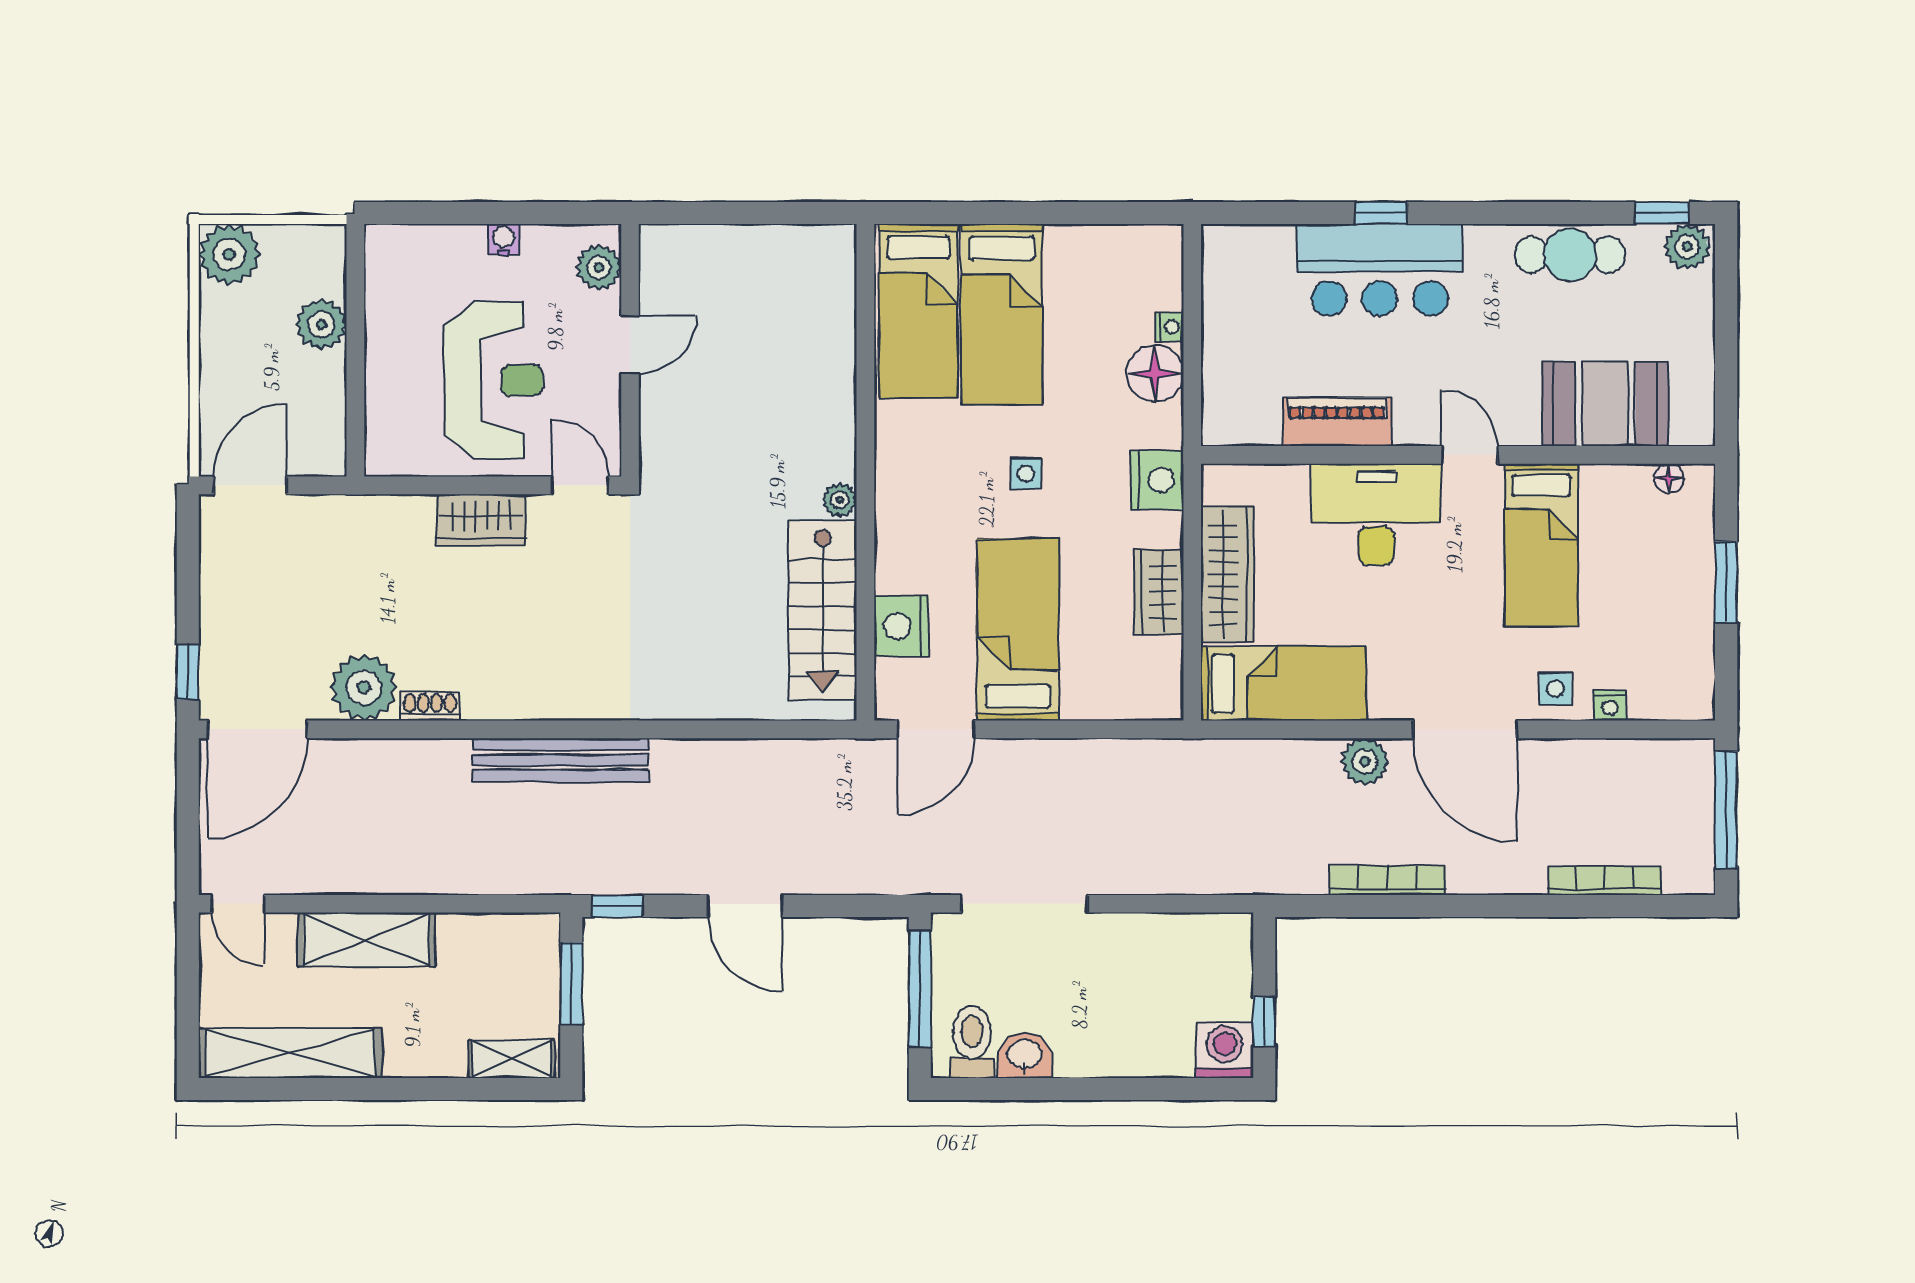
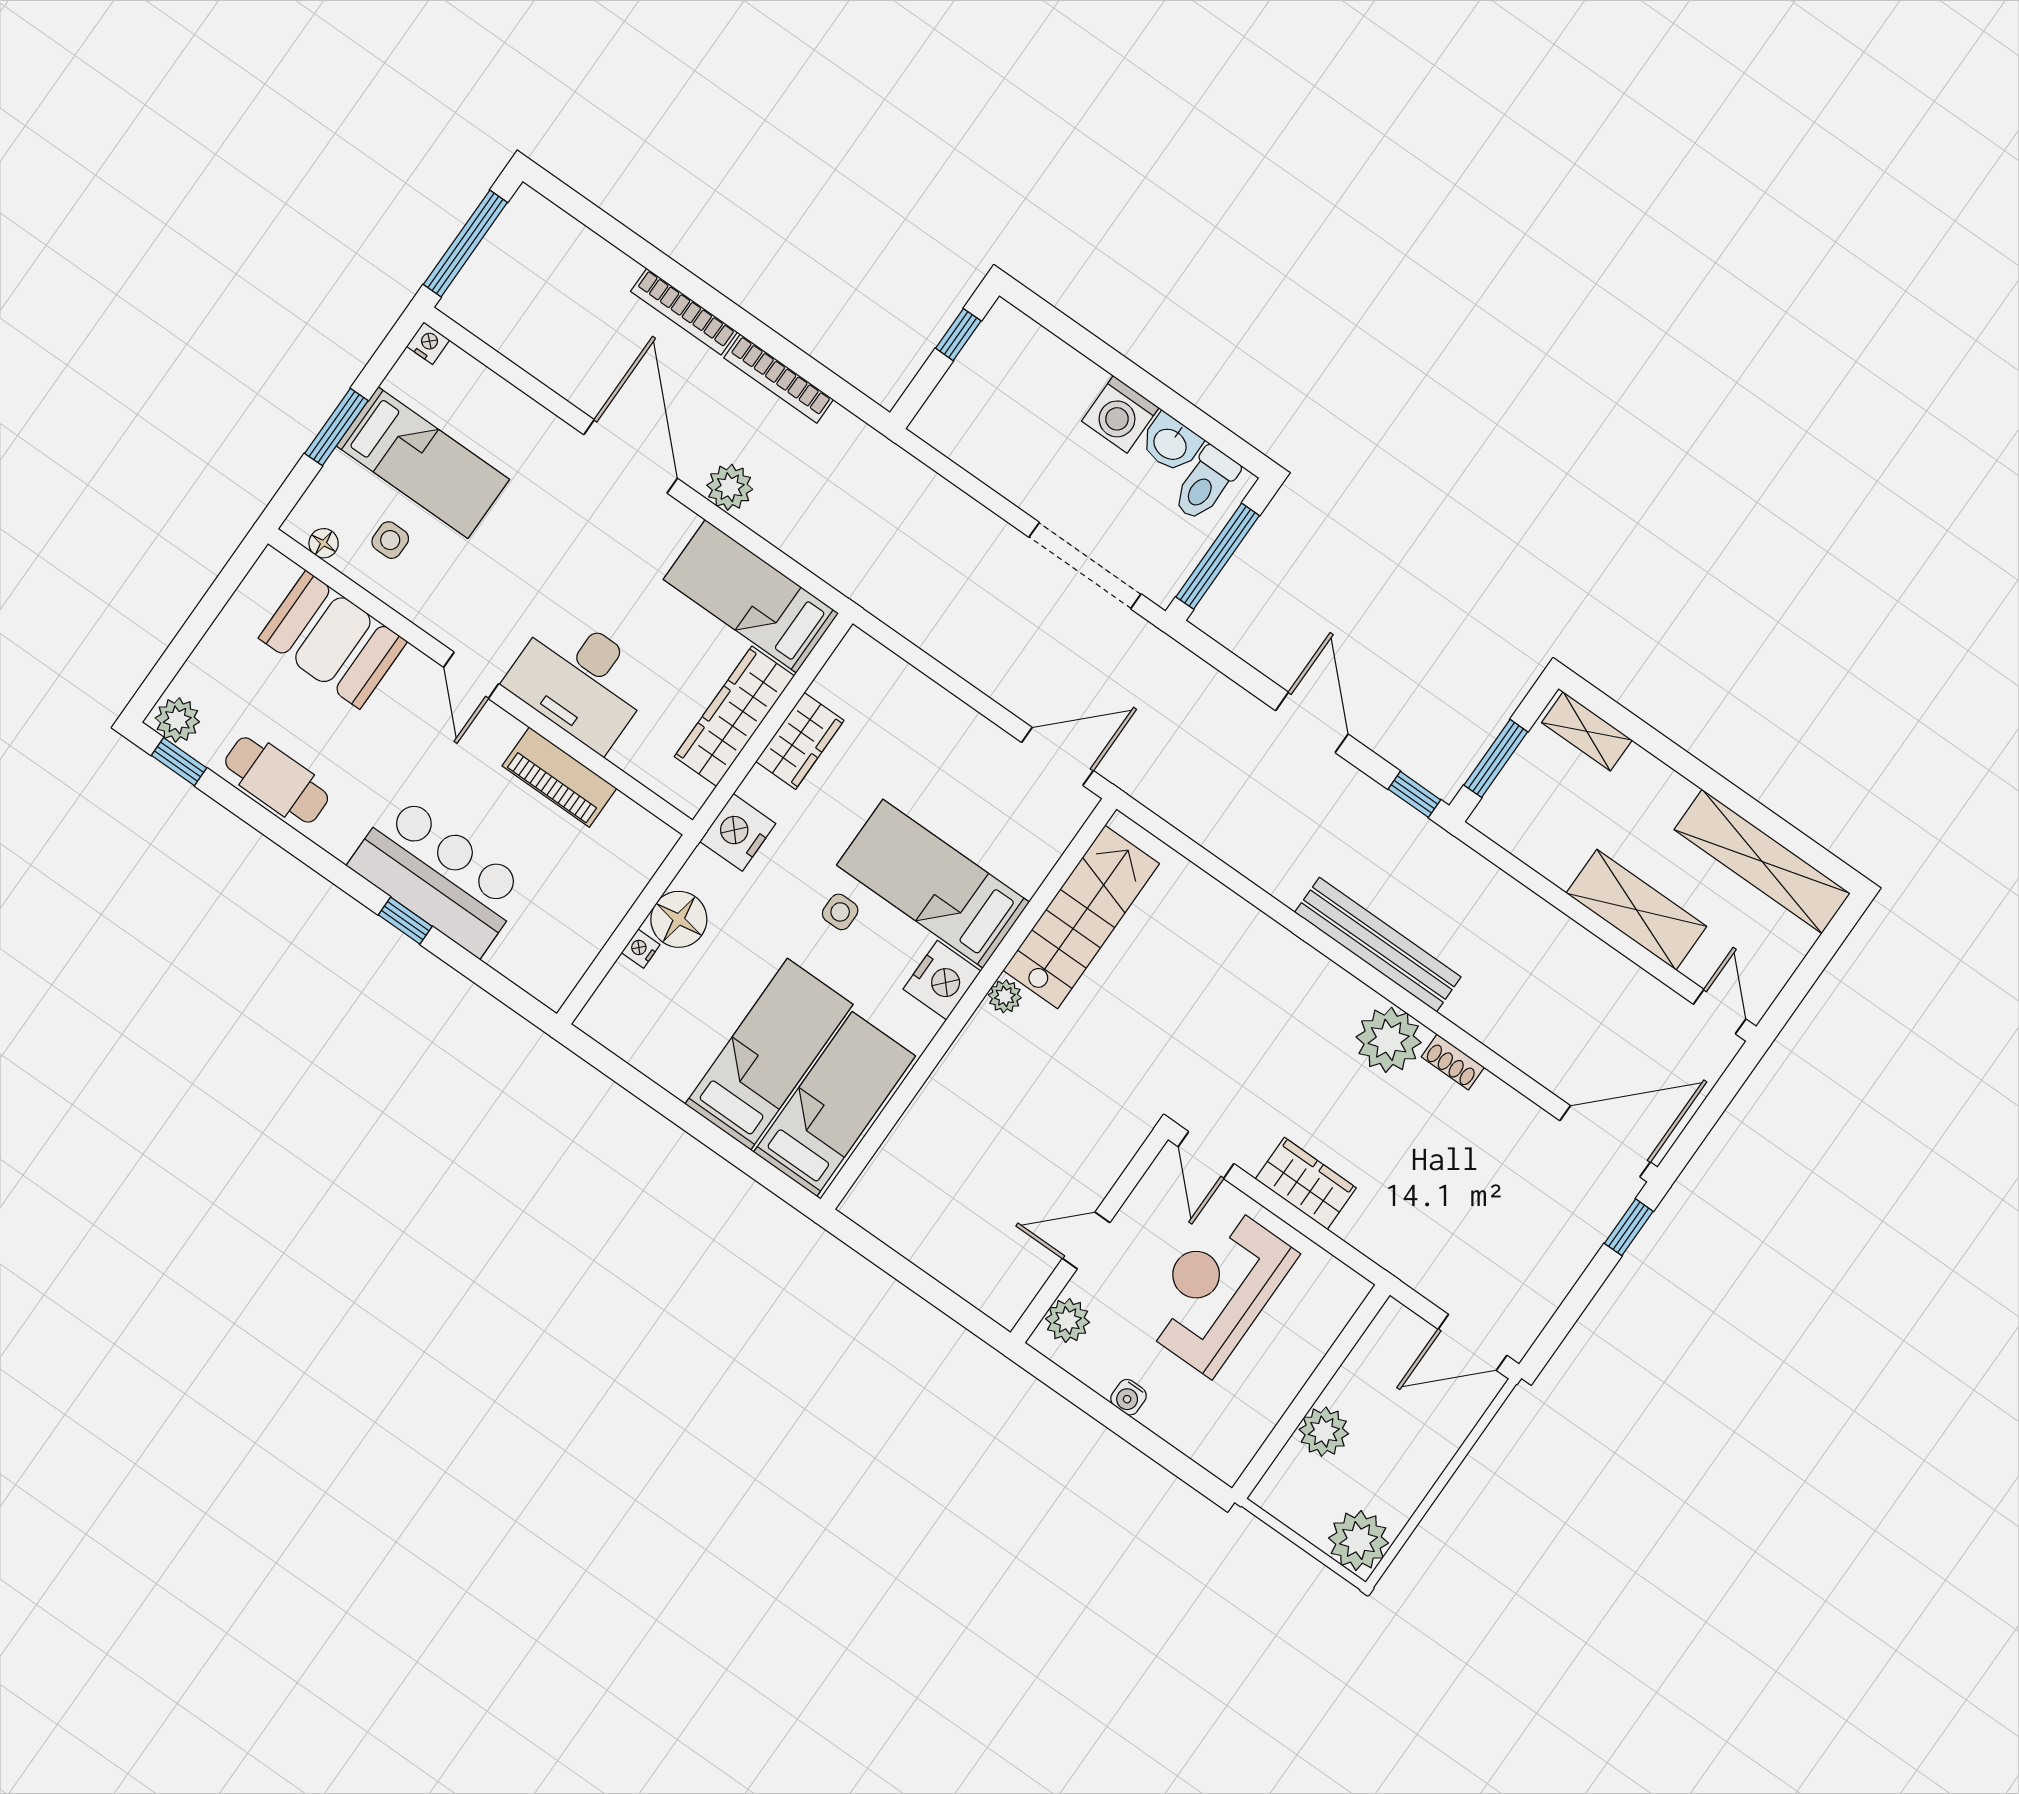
bed: (1541, 545) -> (423, 463), moved, turned 90
nightstand: (901, 626) -> (942, 980), moved
bed: (1018, 630) -> (933, 884), moved, turned 90
plant: (364, 687) -> (1389, 1040), moved
side table: (1555, 689) -> (390, 540), moved
nightstand: (1610, 705) -> (428, 343), moved
bookcase: (1605, 881) -> (684, 312), moved
washing machine: (1225, 1050) -> (1120, 414), moved

